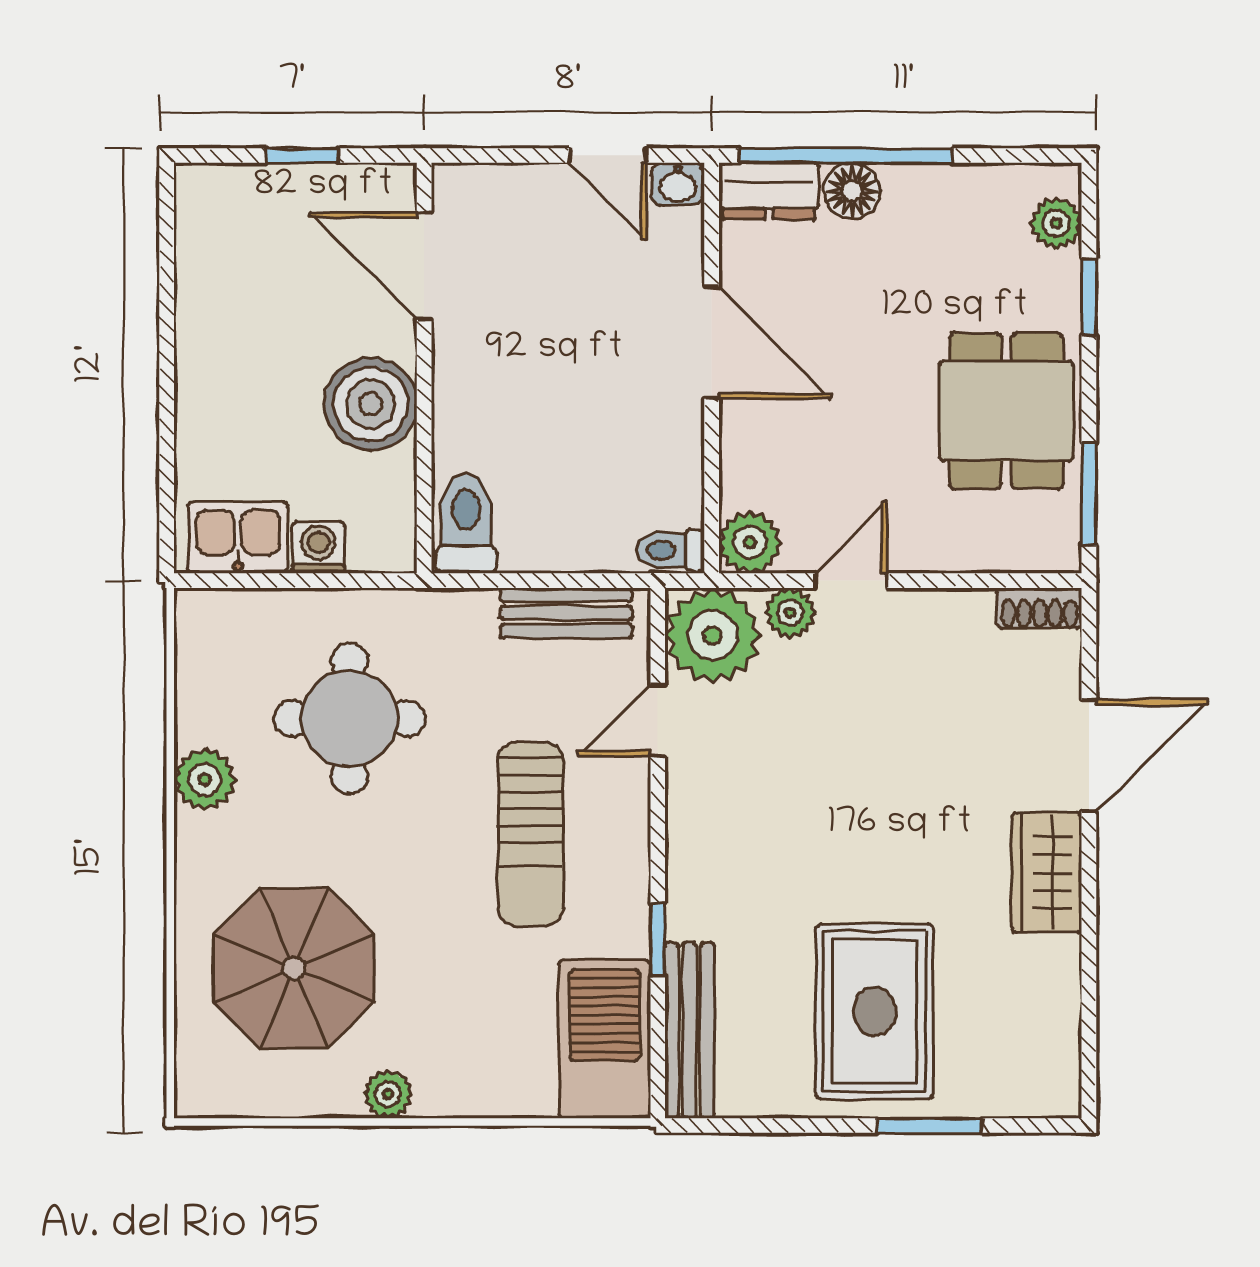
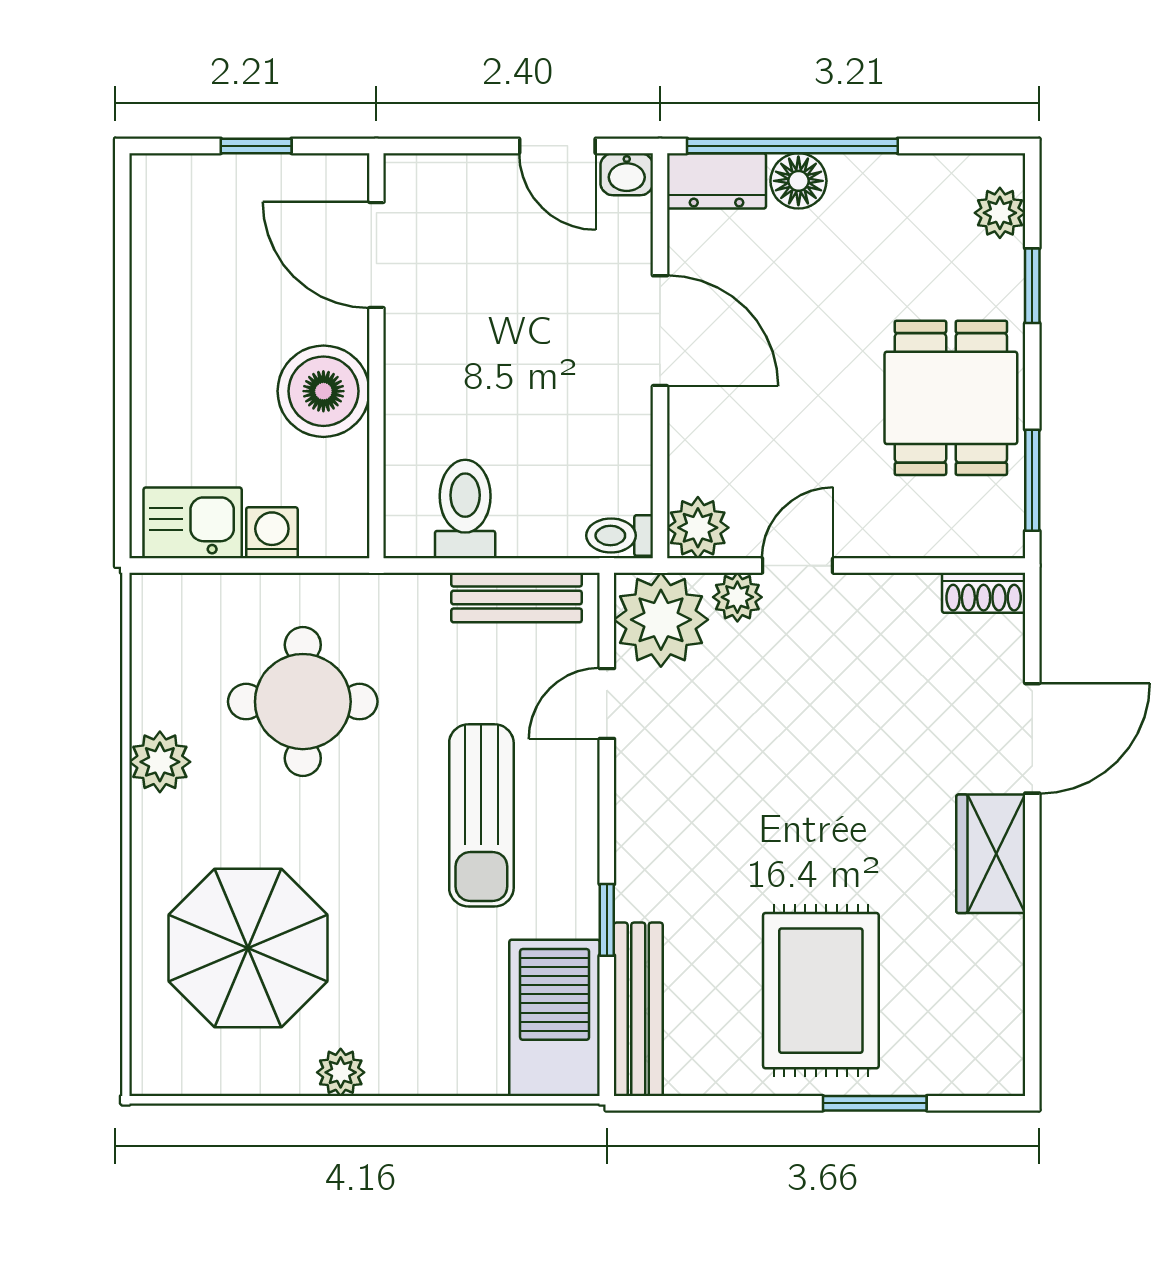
toilet: (466, 523) -> (465, 509), moved

